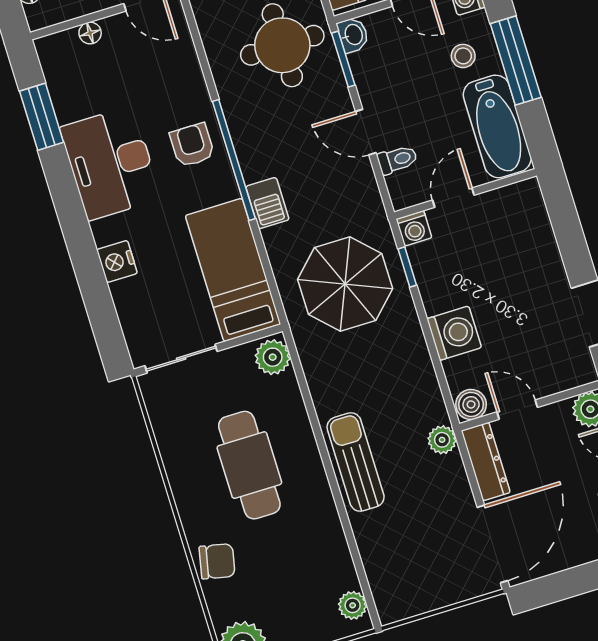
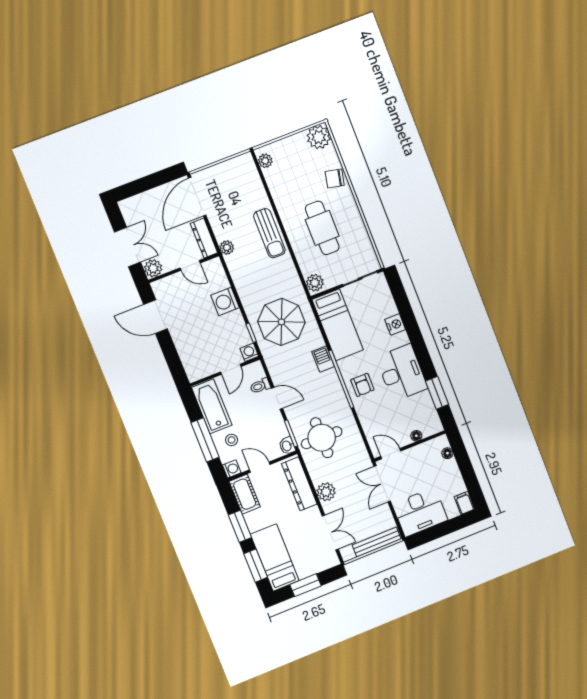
boiler: (471, 404) -> (214, 266), removed

